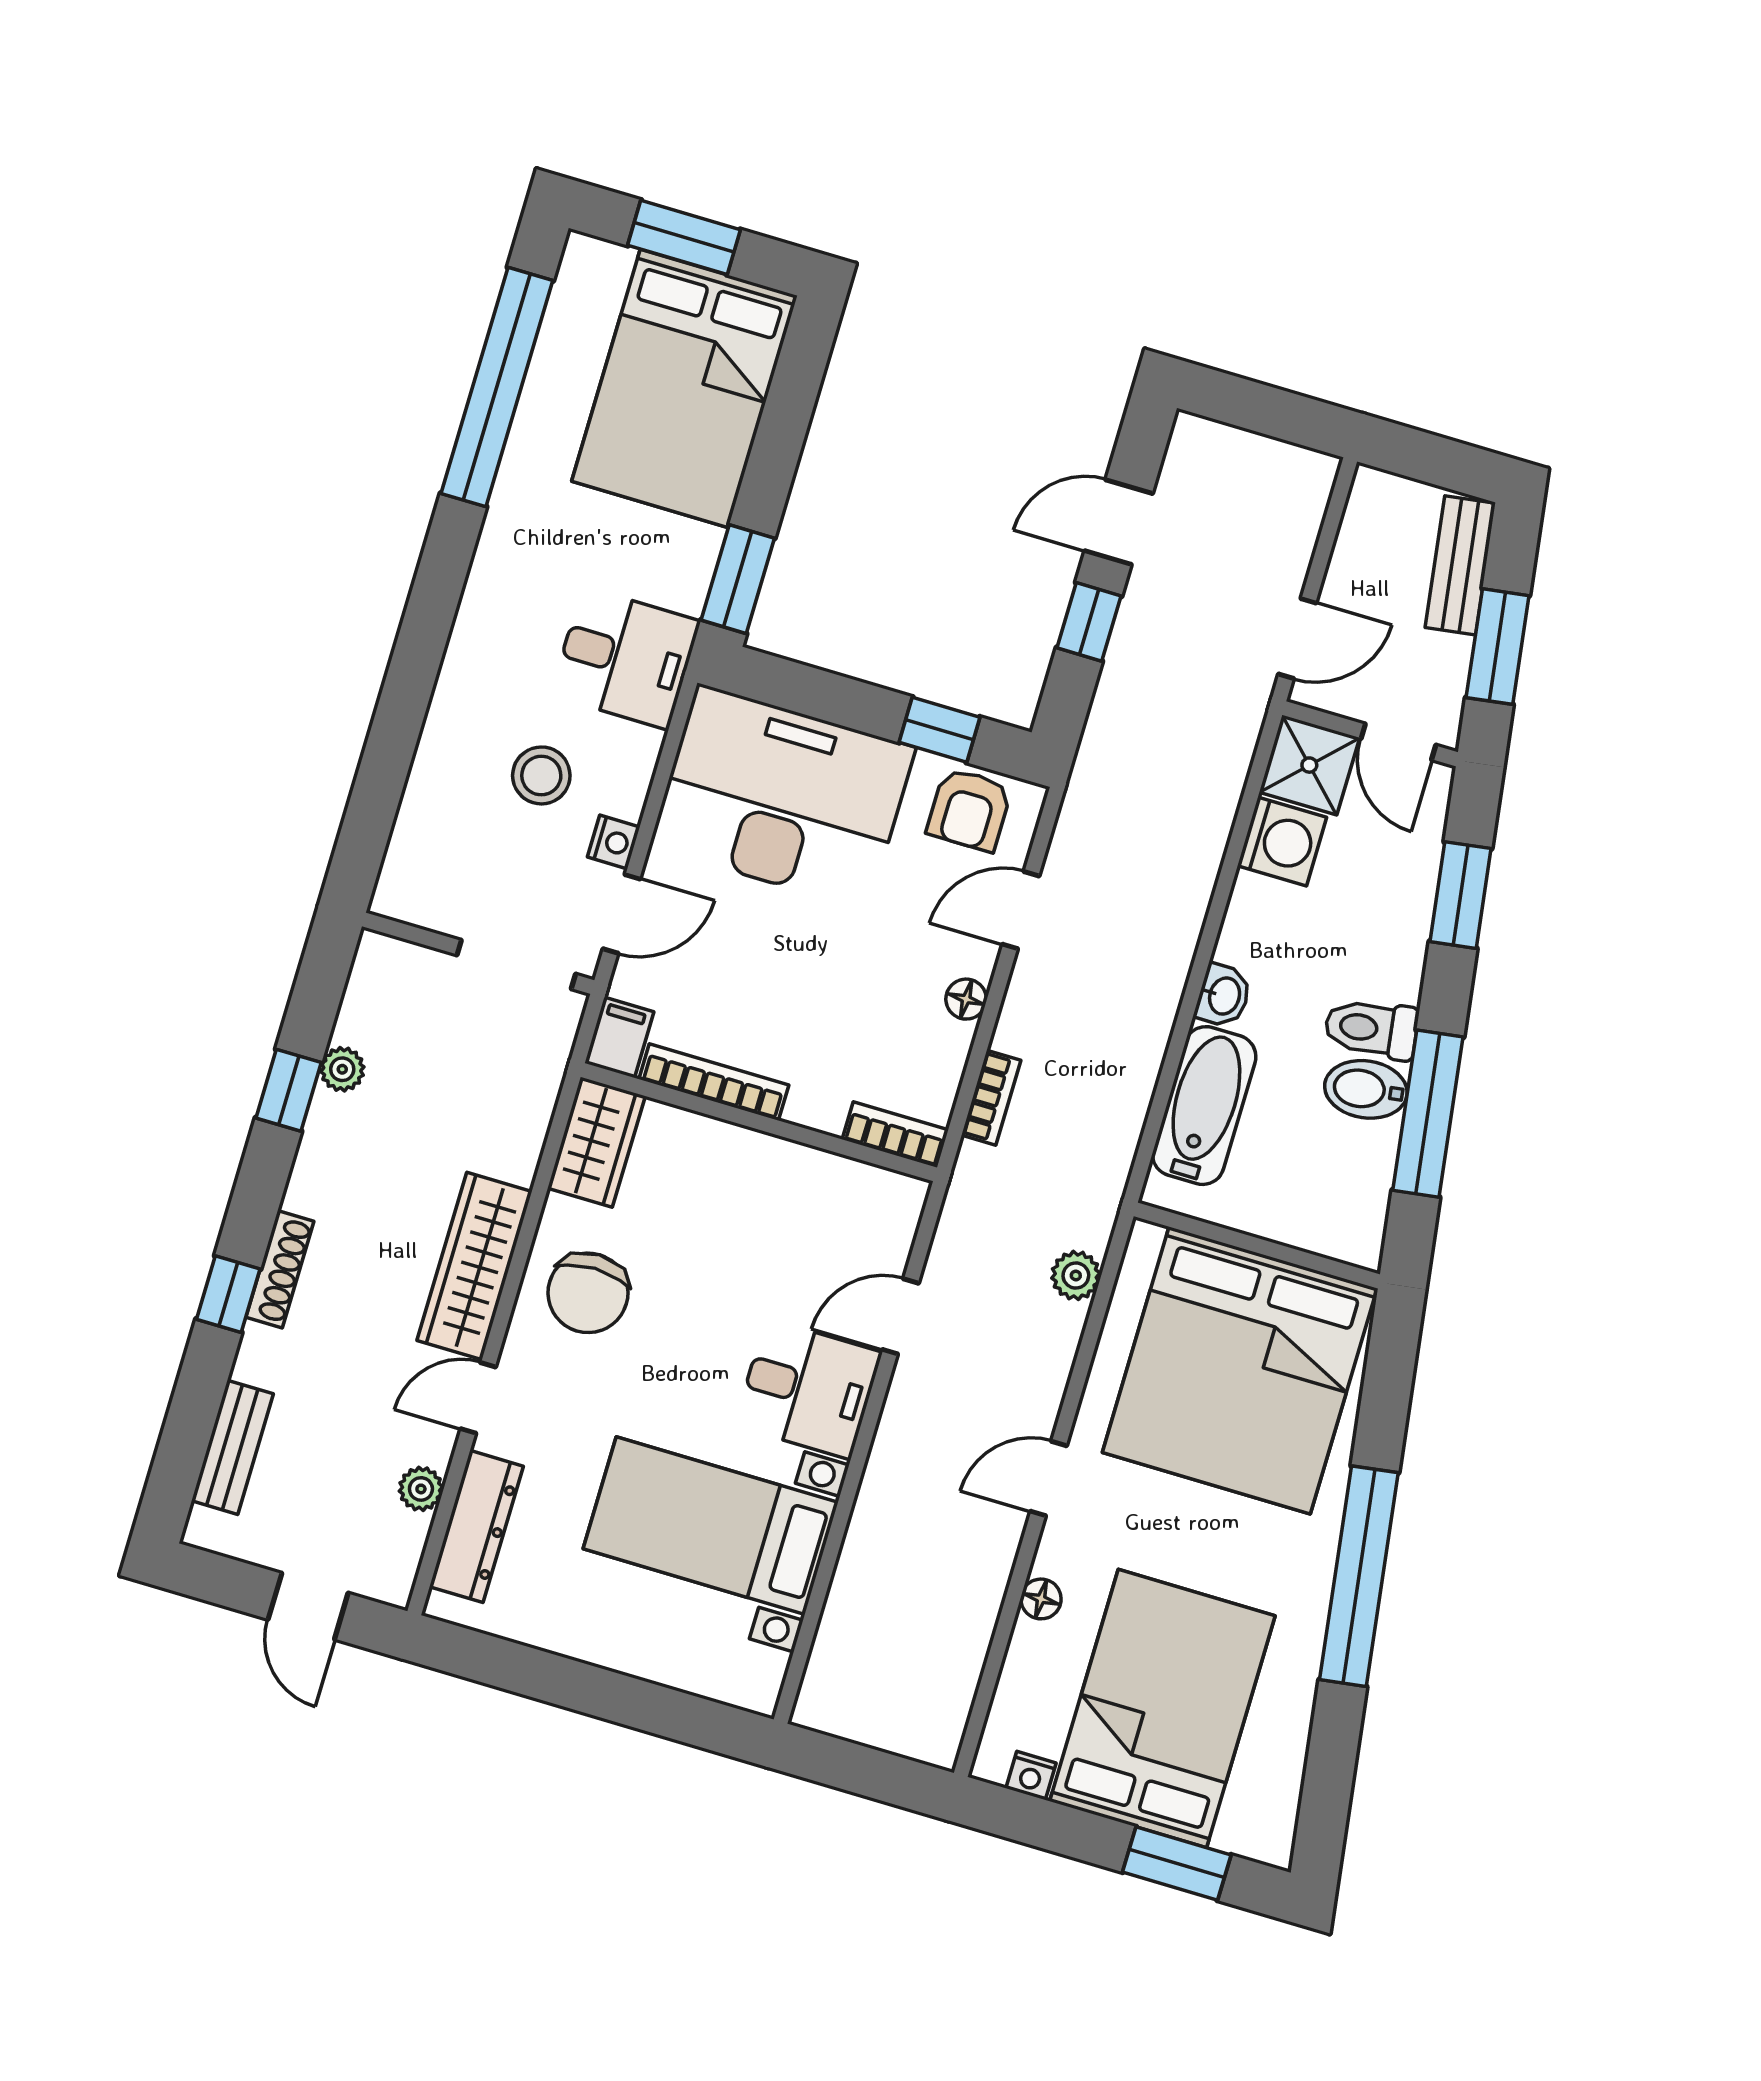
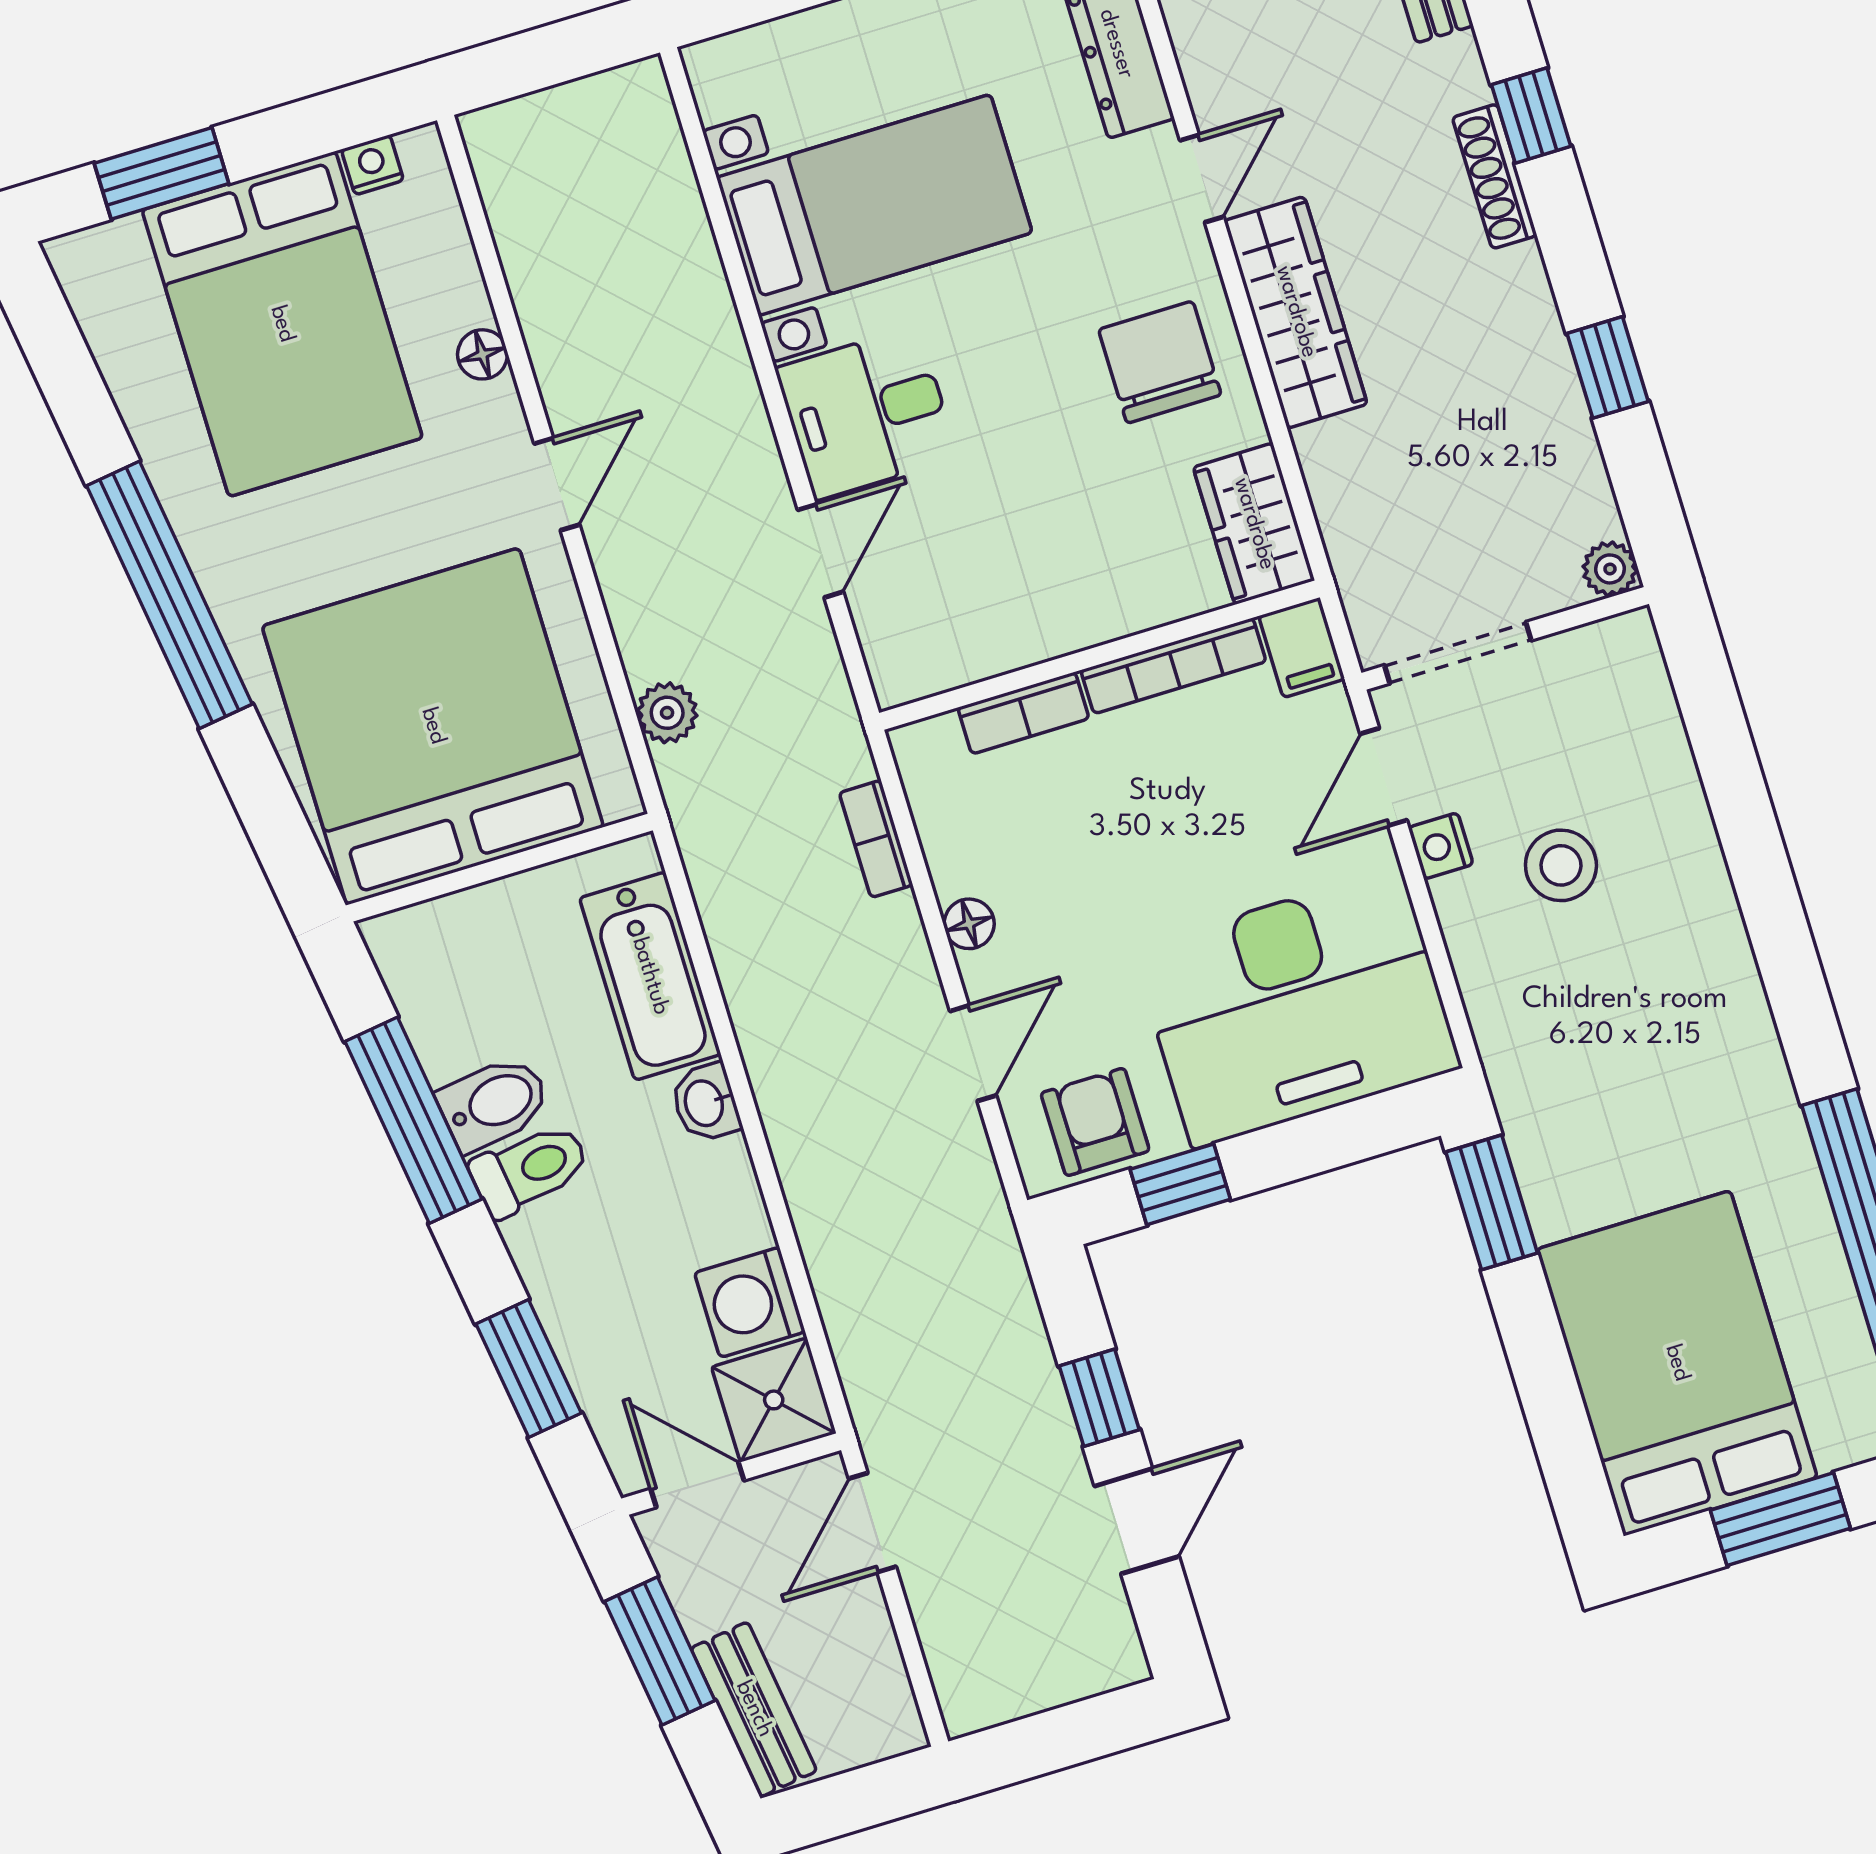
desk: (625, 658) -> (1554, 1044), removed
plant: (342, 1069) -> (1610, 569), moved
bookcase: (895, 1135) -> (1023, 713), moved
plant: (421, 1489) -> (1199, 45), removed

